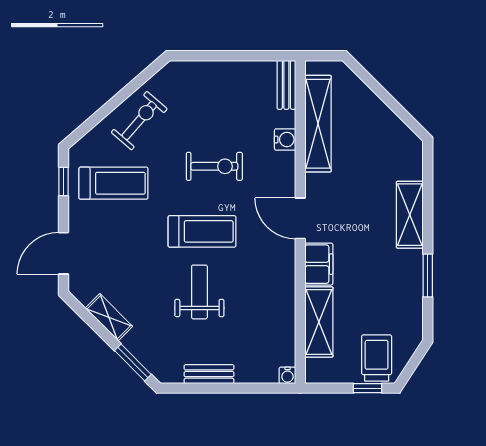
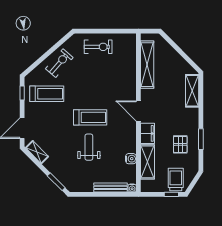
bench: (286, 85) -> (132, 45), removed
water cooler: (285, 139) -> (131, 159), moved
exercise bike: (214, 166) -> (98, 47), moved
shelving: (410, 215) -> (192, 91), moved
pallet: (386, 286) -> (180, 144), added
shelving: (109, 317) -> (37, 152), moved
bench: (209, 374) -> (111, 187), moved, width x1.36

